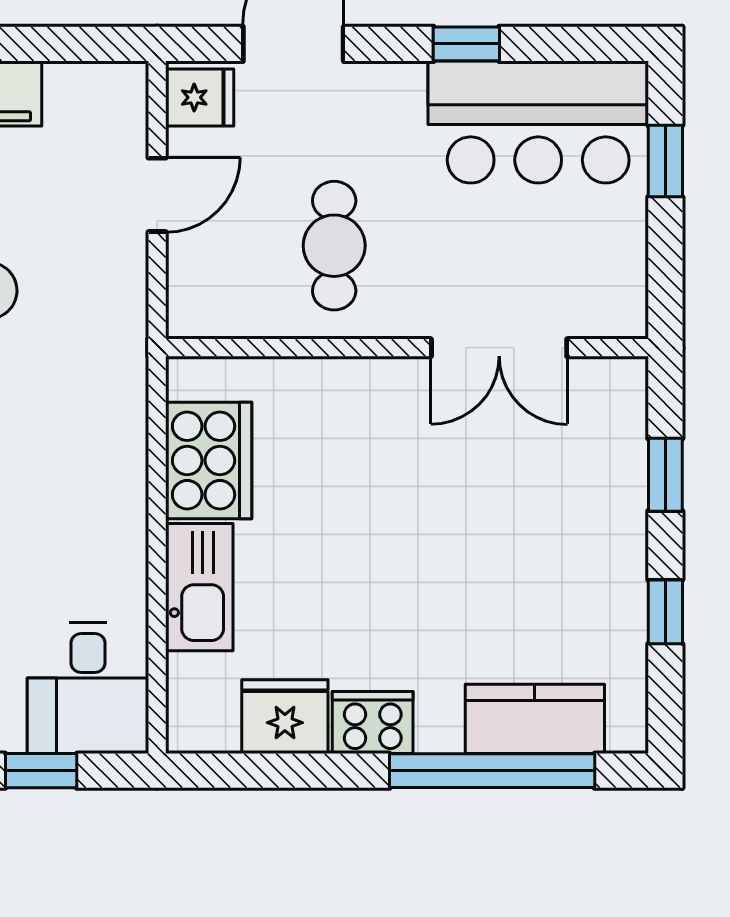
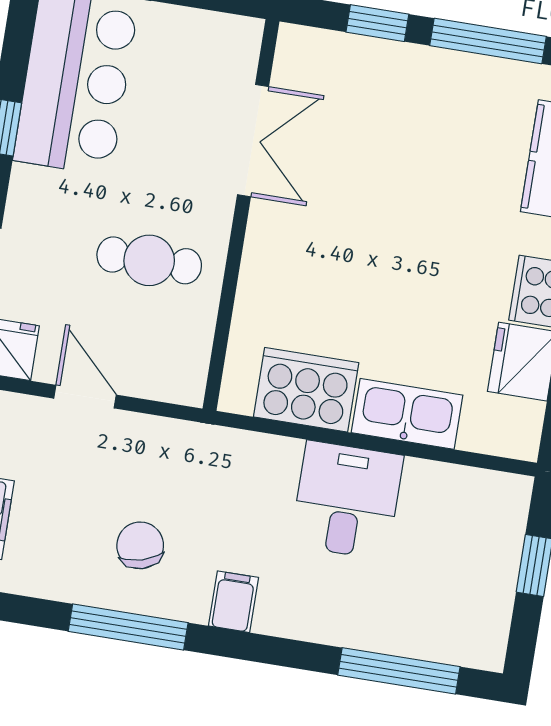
window: (665, 612) -> (488, 41), width x2.17
desk: (88, 688) -> (347, 500), moved, turned -90

